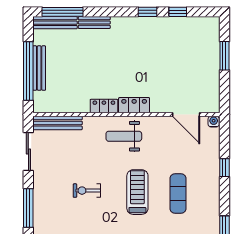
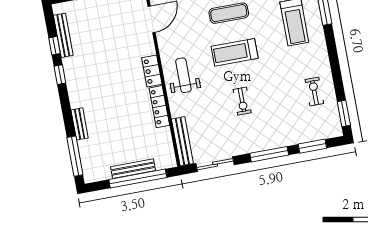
bench: (55, 23) -> (63, 35), moved
locker: (104, 106) -> (159, 107), width x1.53
weight bench: (124, 136) -> (183, 75), turned 180

